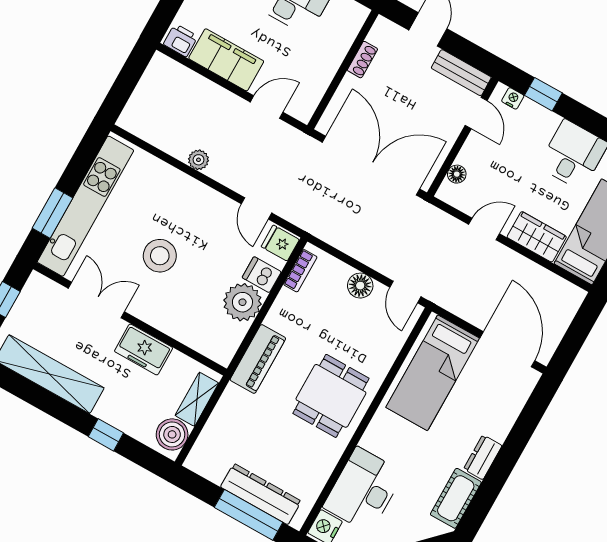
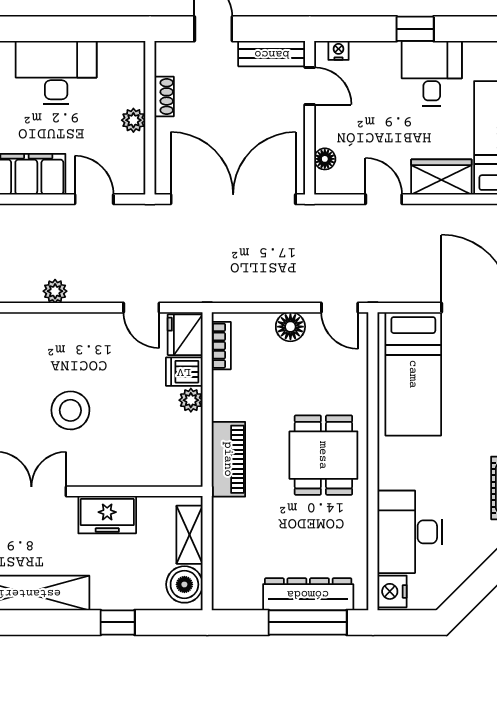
plant: (329, 64) -> (133, 120), added
window: (543, 94) -> (415, 29), moved
door: (267, 107) -> (94, 199), hinge flipped
door: (484, 229) -> (384, 199), hinge flipped
fridge: (280, 243) -> (185, 335), width x1.38
plant: (242, 302) -> (191, 400), width x0.53, depth x0.53

